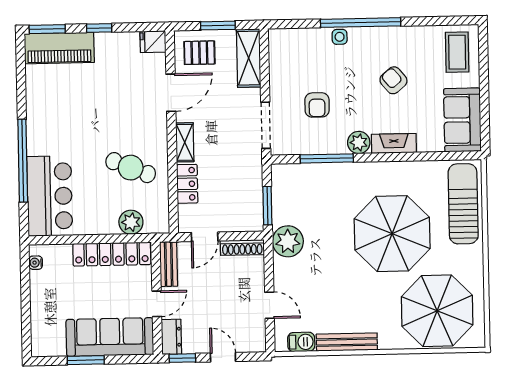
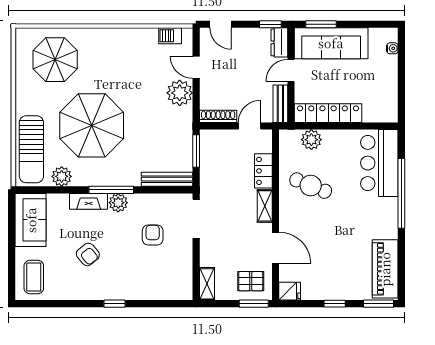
window: (361, 23) -> (115, 304), width x0.32
window: (218, 26) -> (254, 304), moved
side table: (340, 37) -> (132, 292), removed
piano: (59, 48) -> (385, 269), moved, turned -90
shelving: (249, 58) -> (207, 284), width x0.67, depth x0.75
door: (171, 93) -> (276, 248), swing flipped
window: (327, 158) -> (111, 190), moved
plant: (427, 172) -> (62, 176), added
plant: (288, 241) -> (180, 93), moved
water cooler: (36, 263) -> (392, 48), moved
parasol: (437, 311) -> (55, 60), width x0.73, depth x0.73
bench: (347, 342) -> (167, 179), moved
door: (223, 357) -> (221, 24), moved
window: (86, 360) -> (321, 24), moved

